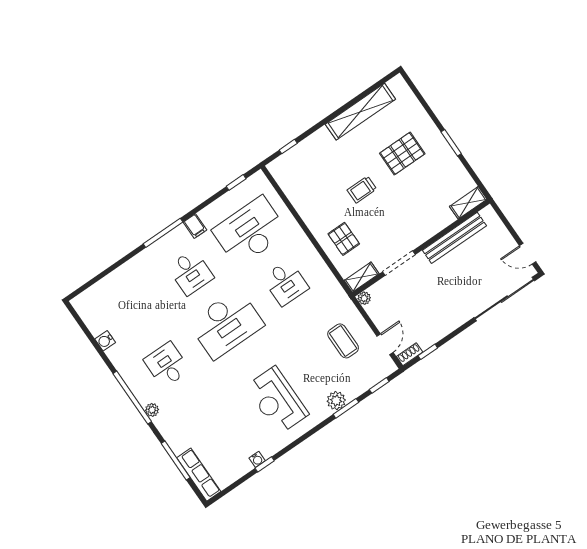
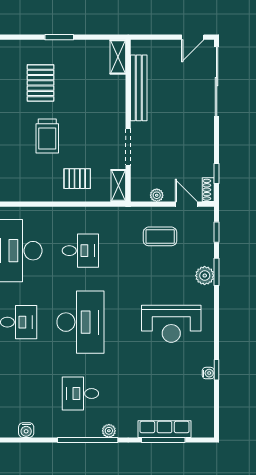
trolley: (362, 190) -> (47, 136), width x1.36, depth x1.39
plant: (364, 298) -> (157, 195), moved
row of seats: (199, 475) -> (165, 429), moved

